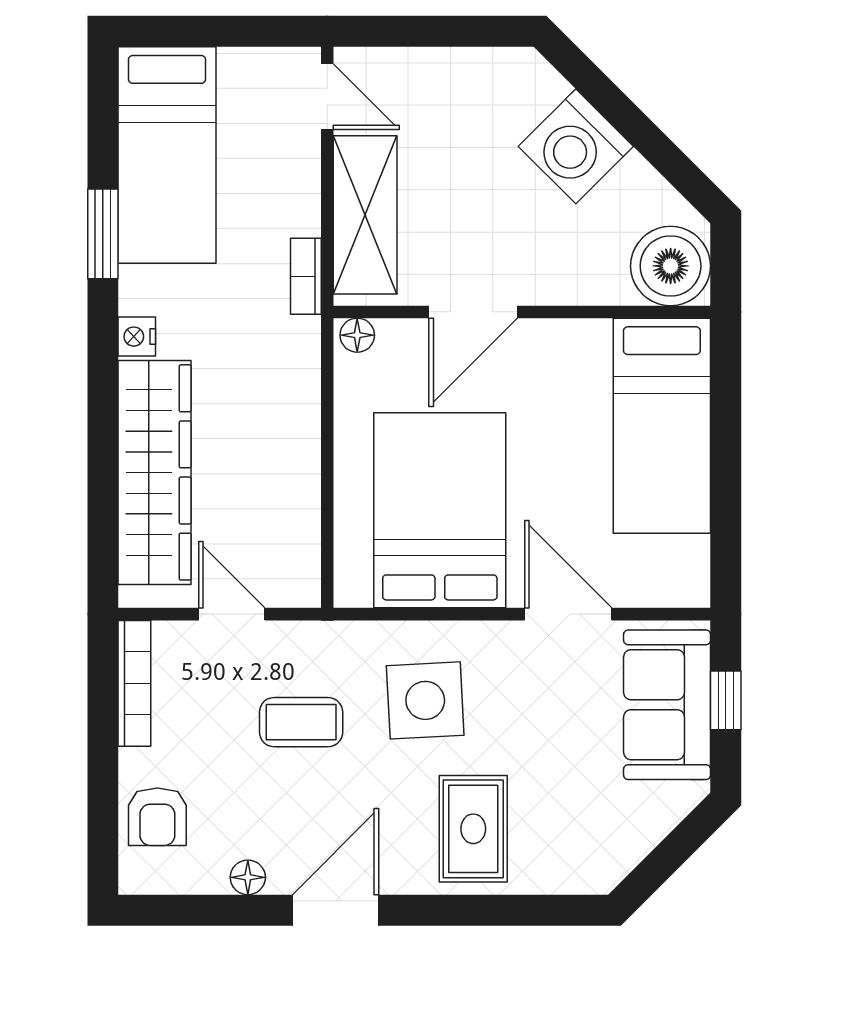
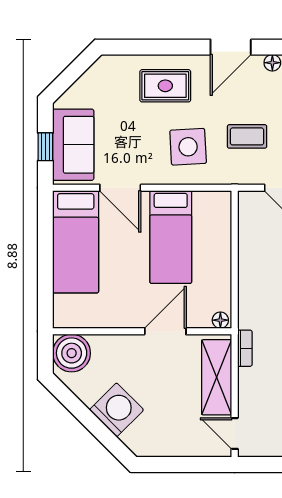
bed: (662, 426) -> (76, 242), moved, turned 180
bed: (440, 510) -> (171, 237), width x0.67
rug: (473, 829) -> (165, 86), turned 90

